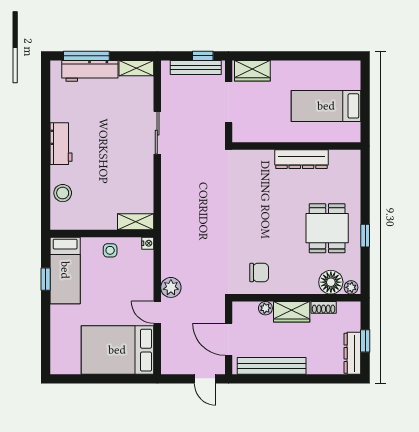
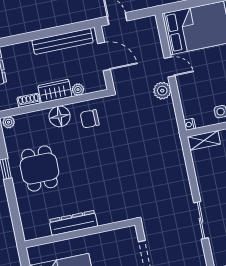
floor lamp: (331, 282) -> (60, 116), moved

